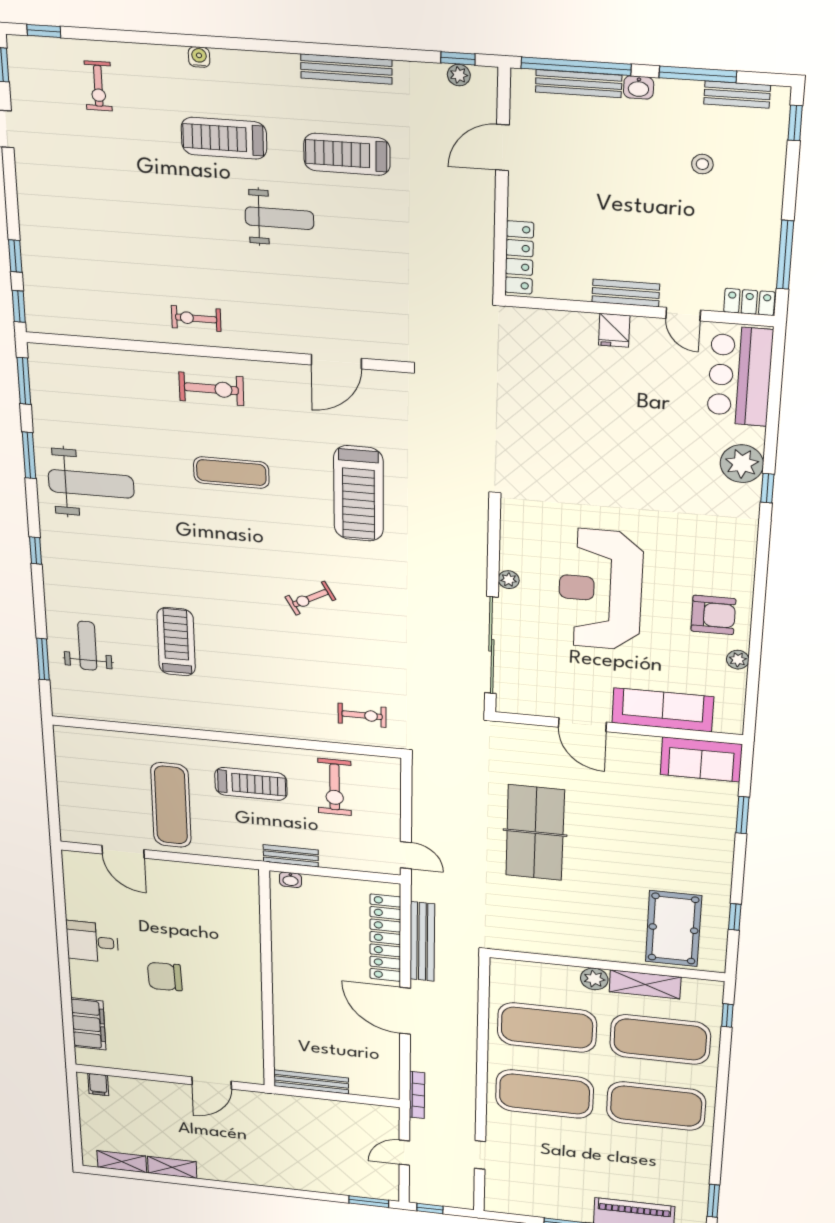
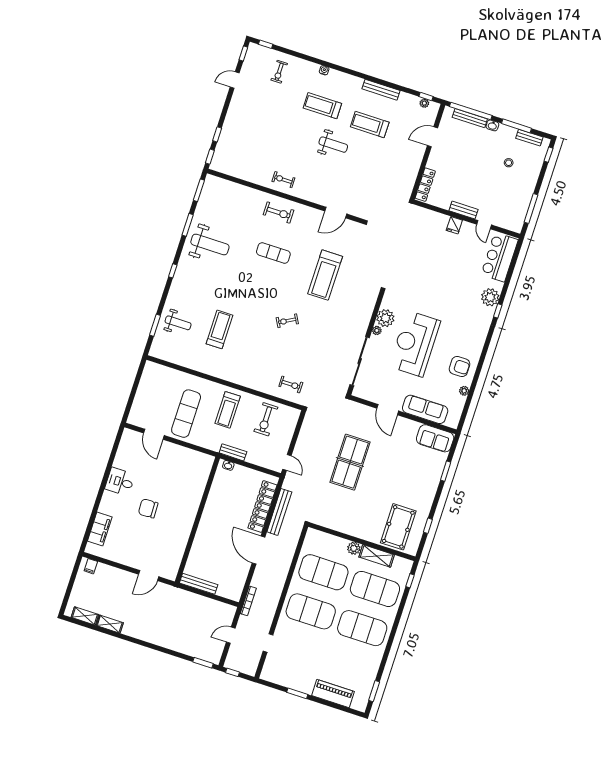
locker: (749, 302) -> (512, 226), removed
plant: (519, 552) -> (385, 318), added
weight bench: (87, 646) -> (178, 323), turned 90
treadmill: (251, 784) -> (228, 410), turned 90

